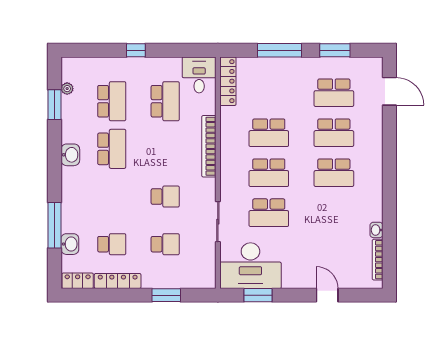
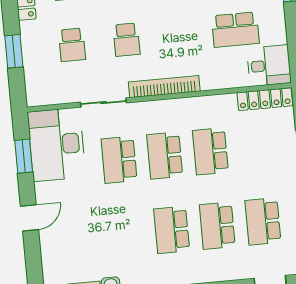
bookcase: (209, 146) -> (164, 87), moved
door: (327, 295) -> (29, 218), moved

